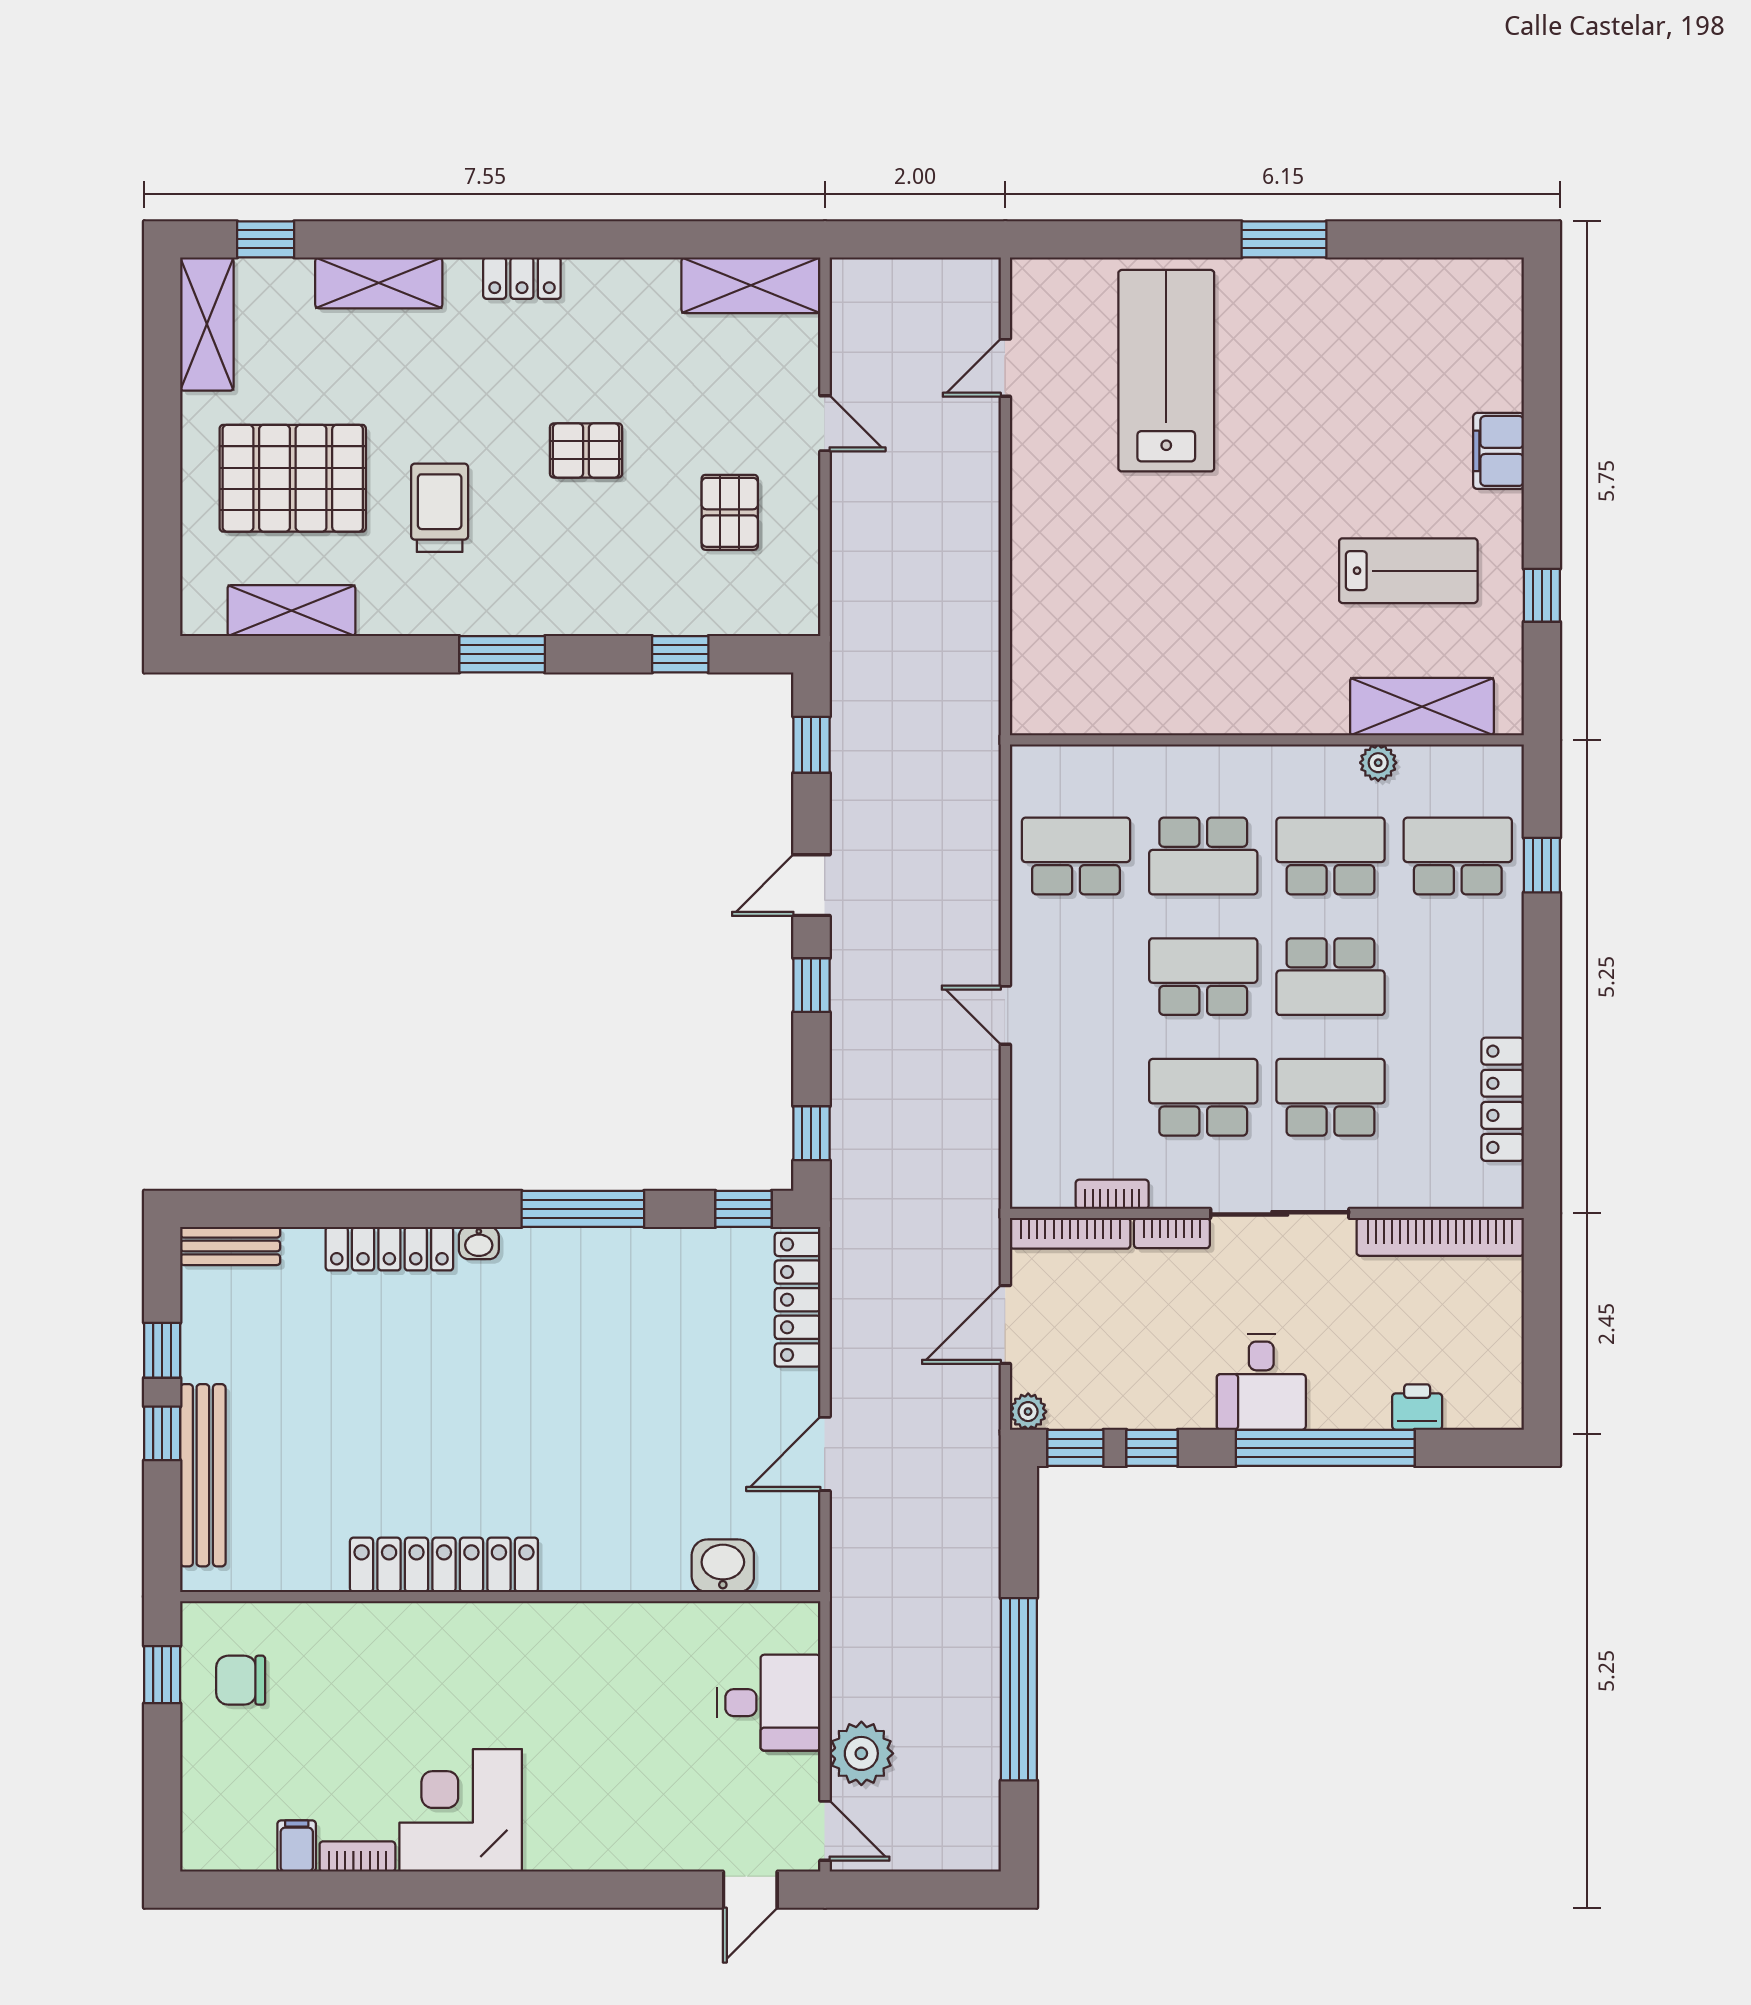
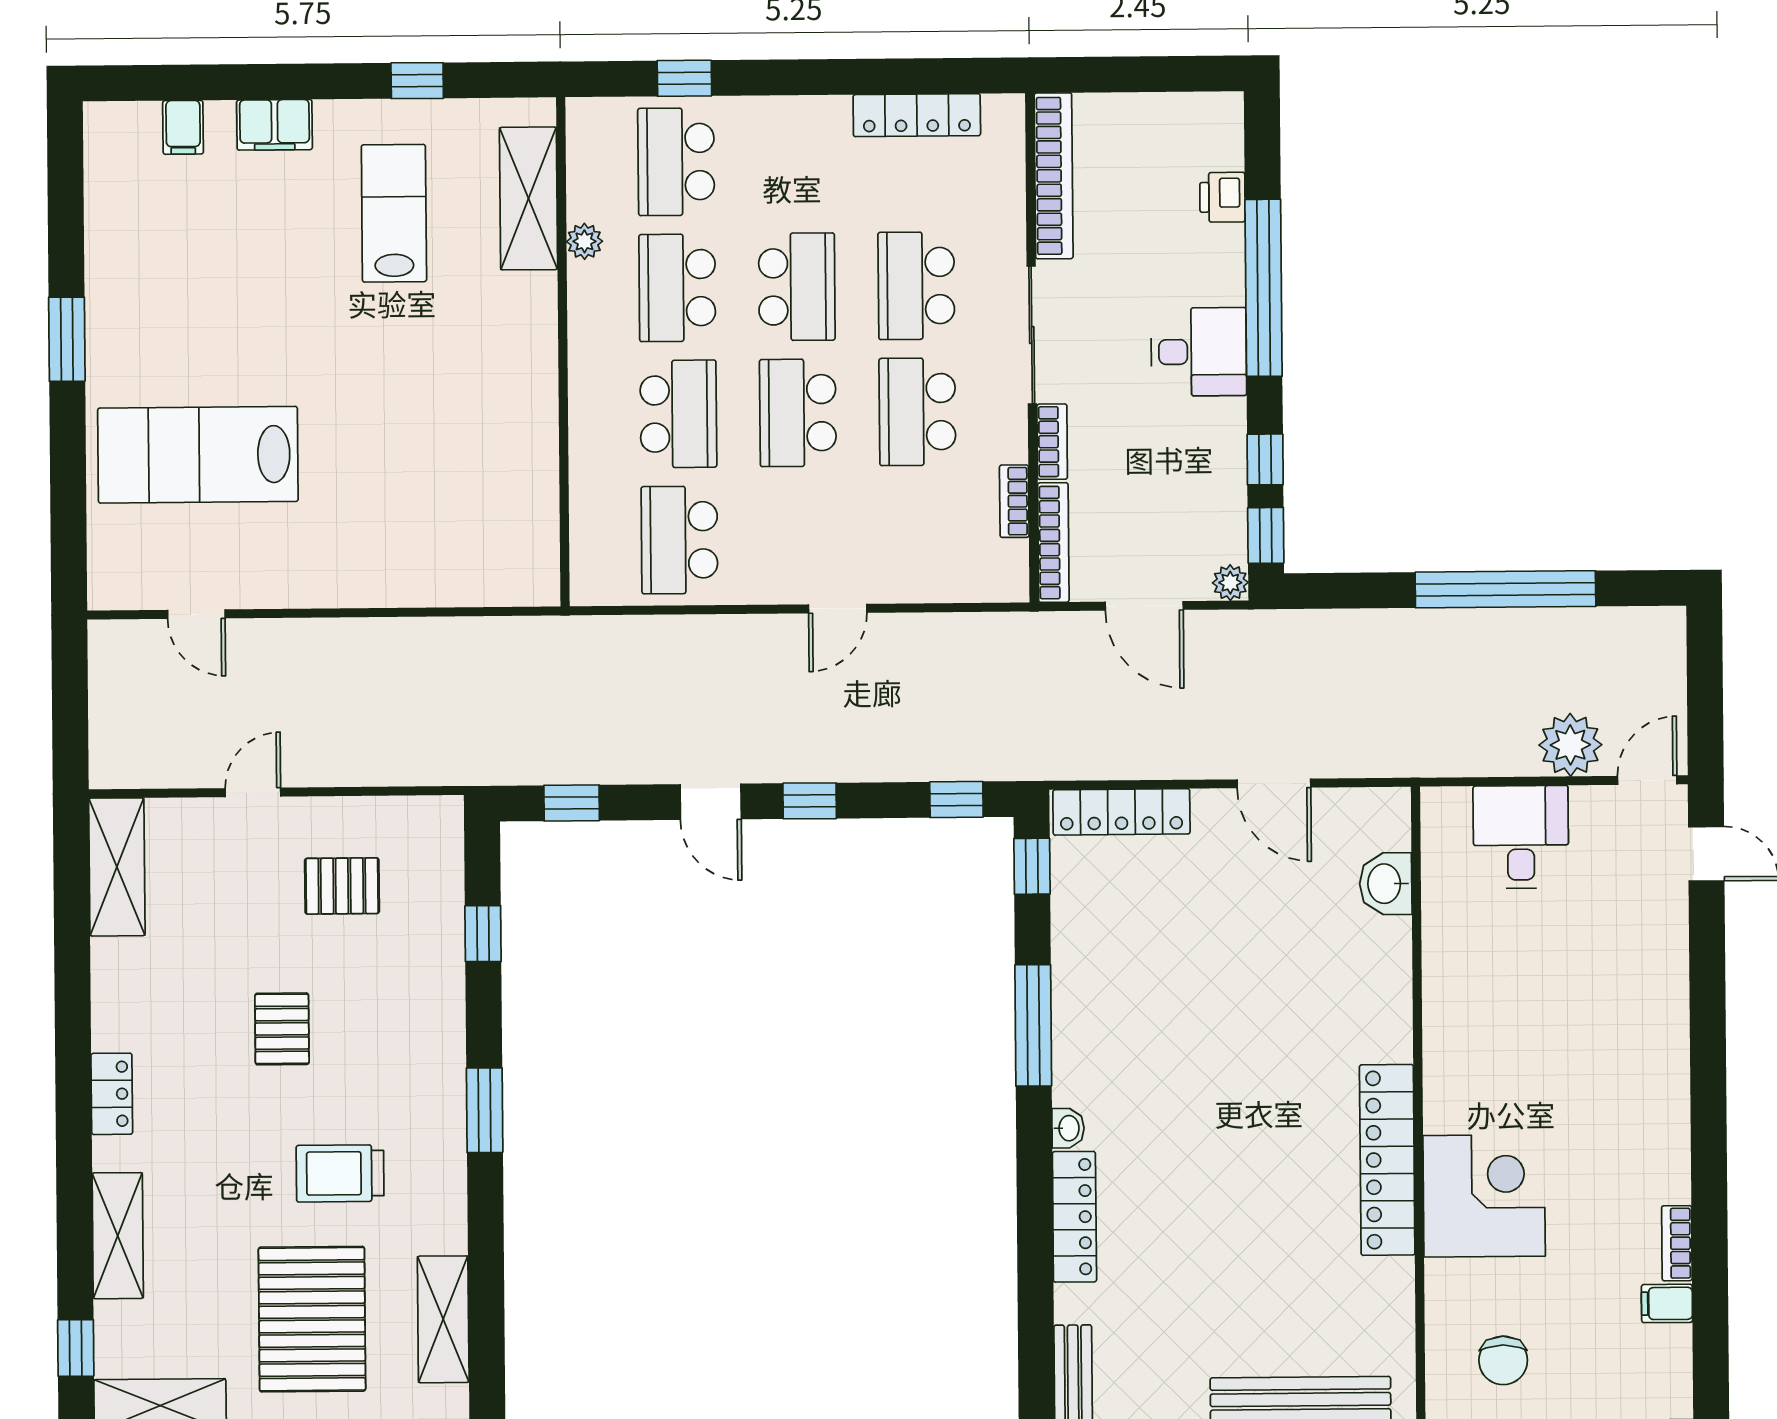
filing cabinet: (1497, 359) -> (183, 127), added
corner desk: (461, 1810) -> (1484, 1196), moved, turned 180

